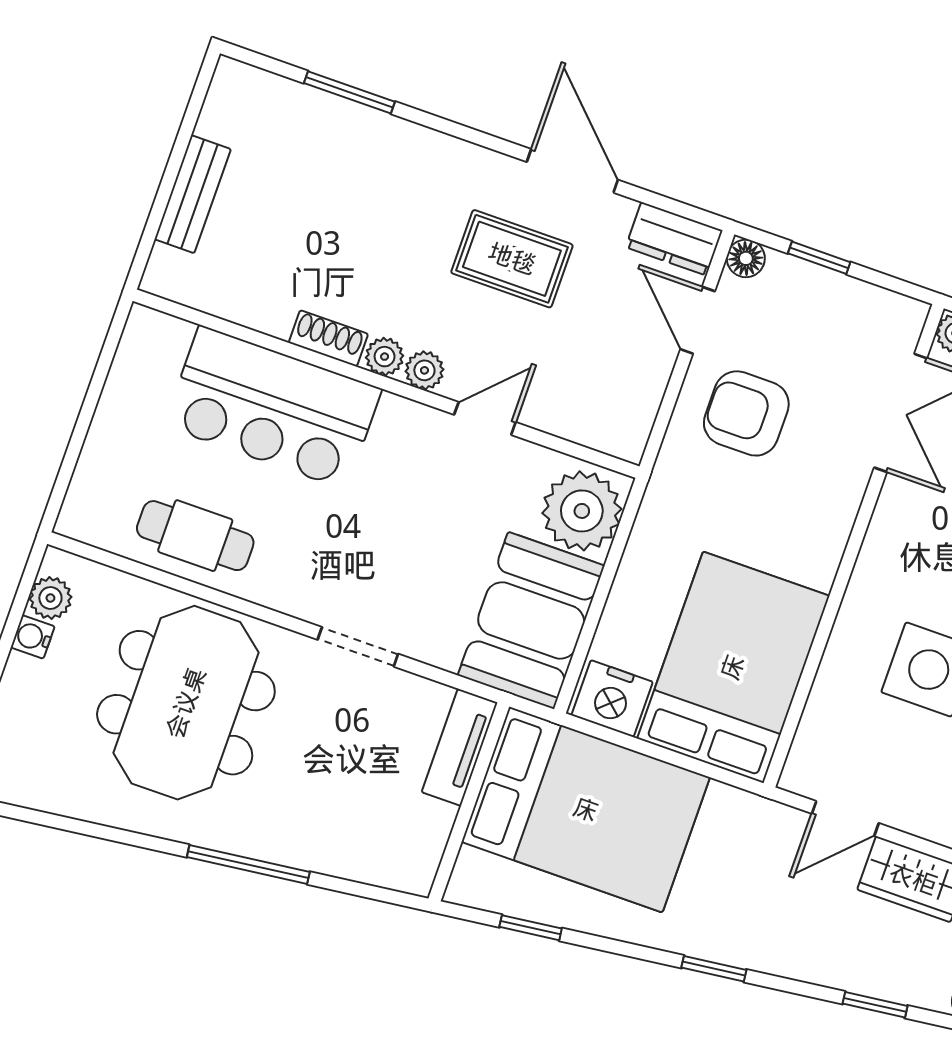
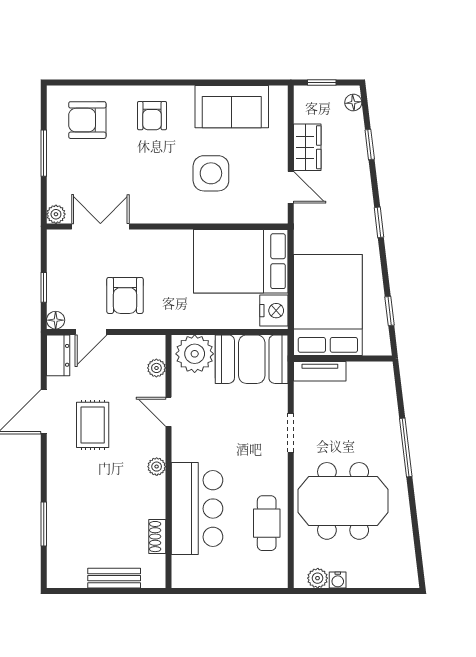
shoe rack: (328, 338) -> (157, 537), moved
plant: (424, 370) -> (156, 368), moved

